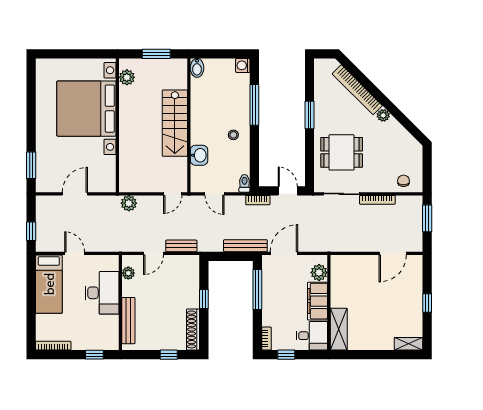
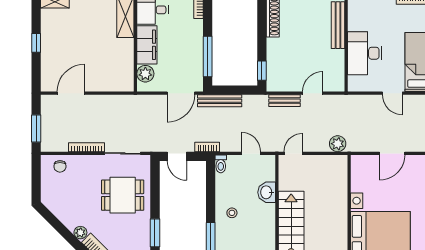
plant: (128, 273) -> (338, 73), removed
window: (204, 299) -> (262, 71), moved

